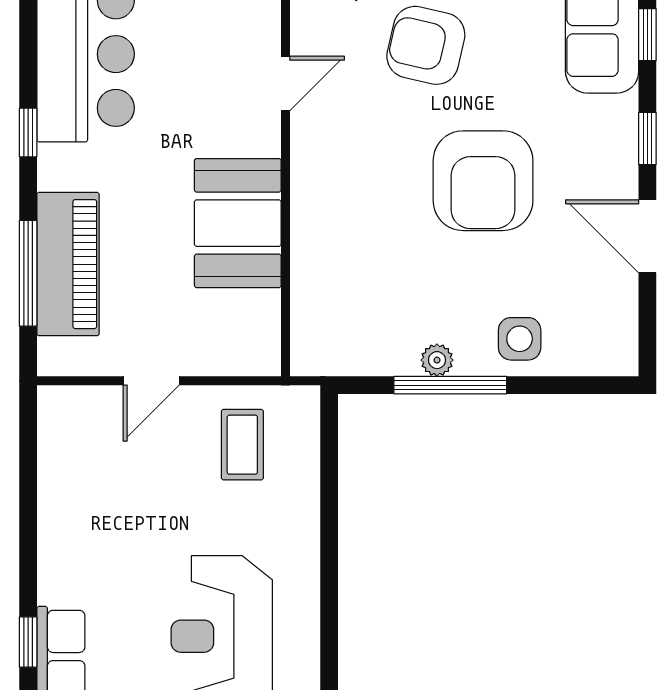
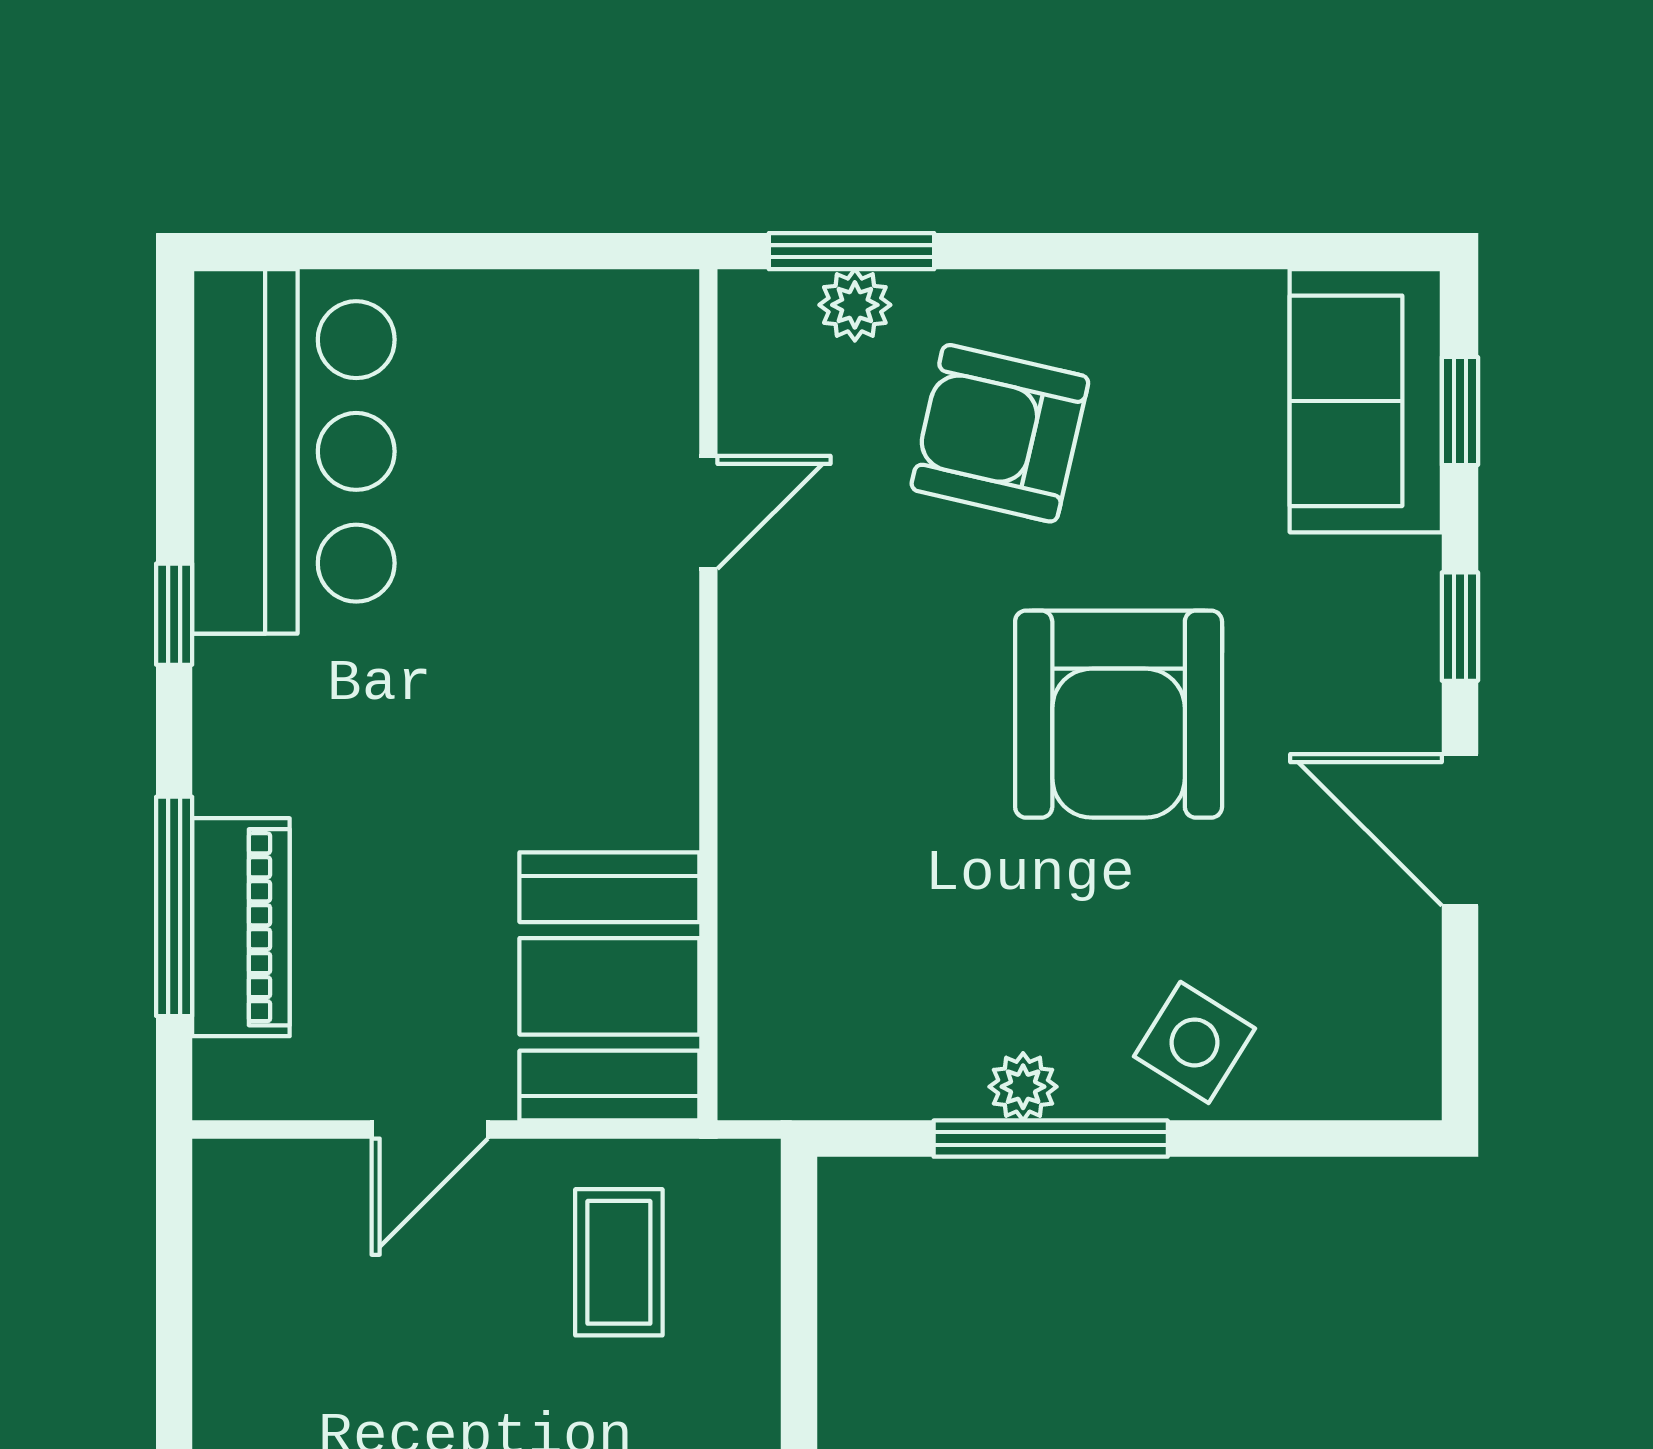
booth: (238, 223) -> (609, 986), moved
piano: (68, 264) -> (241, 927), width x0.73, depth x0.75
side table: (520, 339) -> (1194, 1042), turned 32

